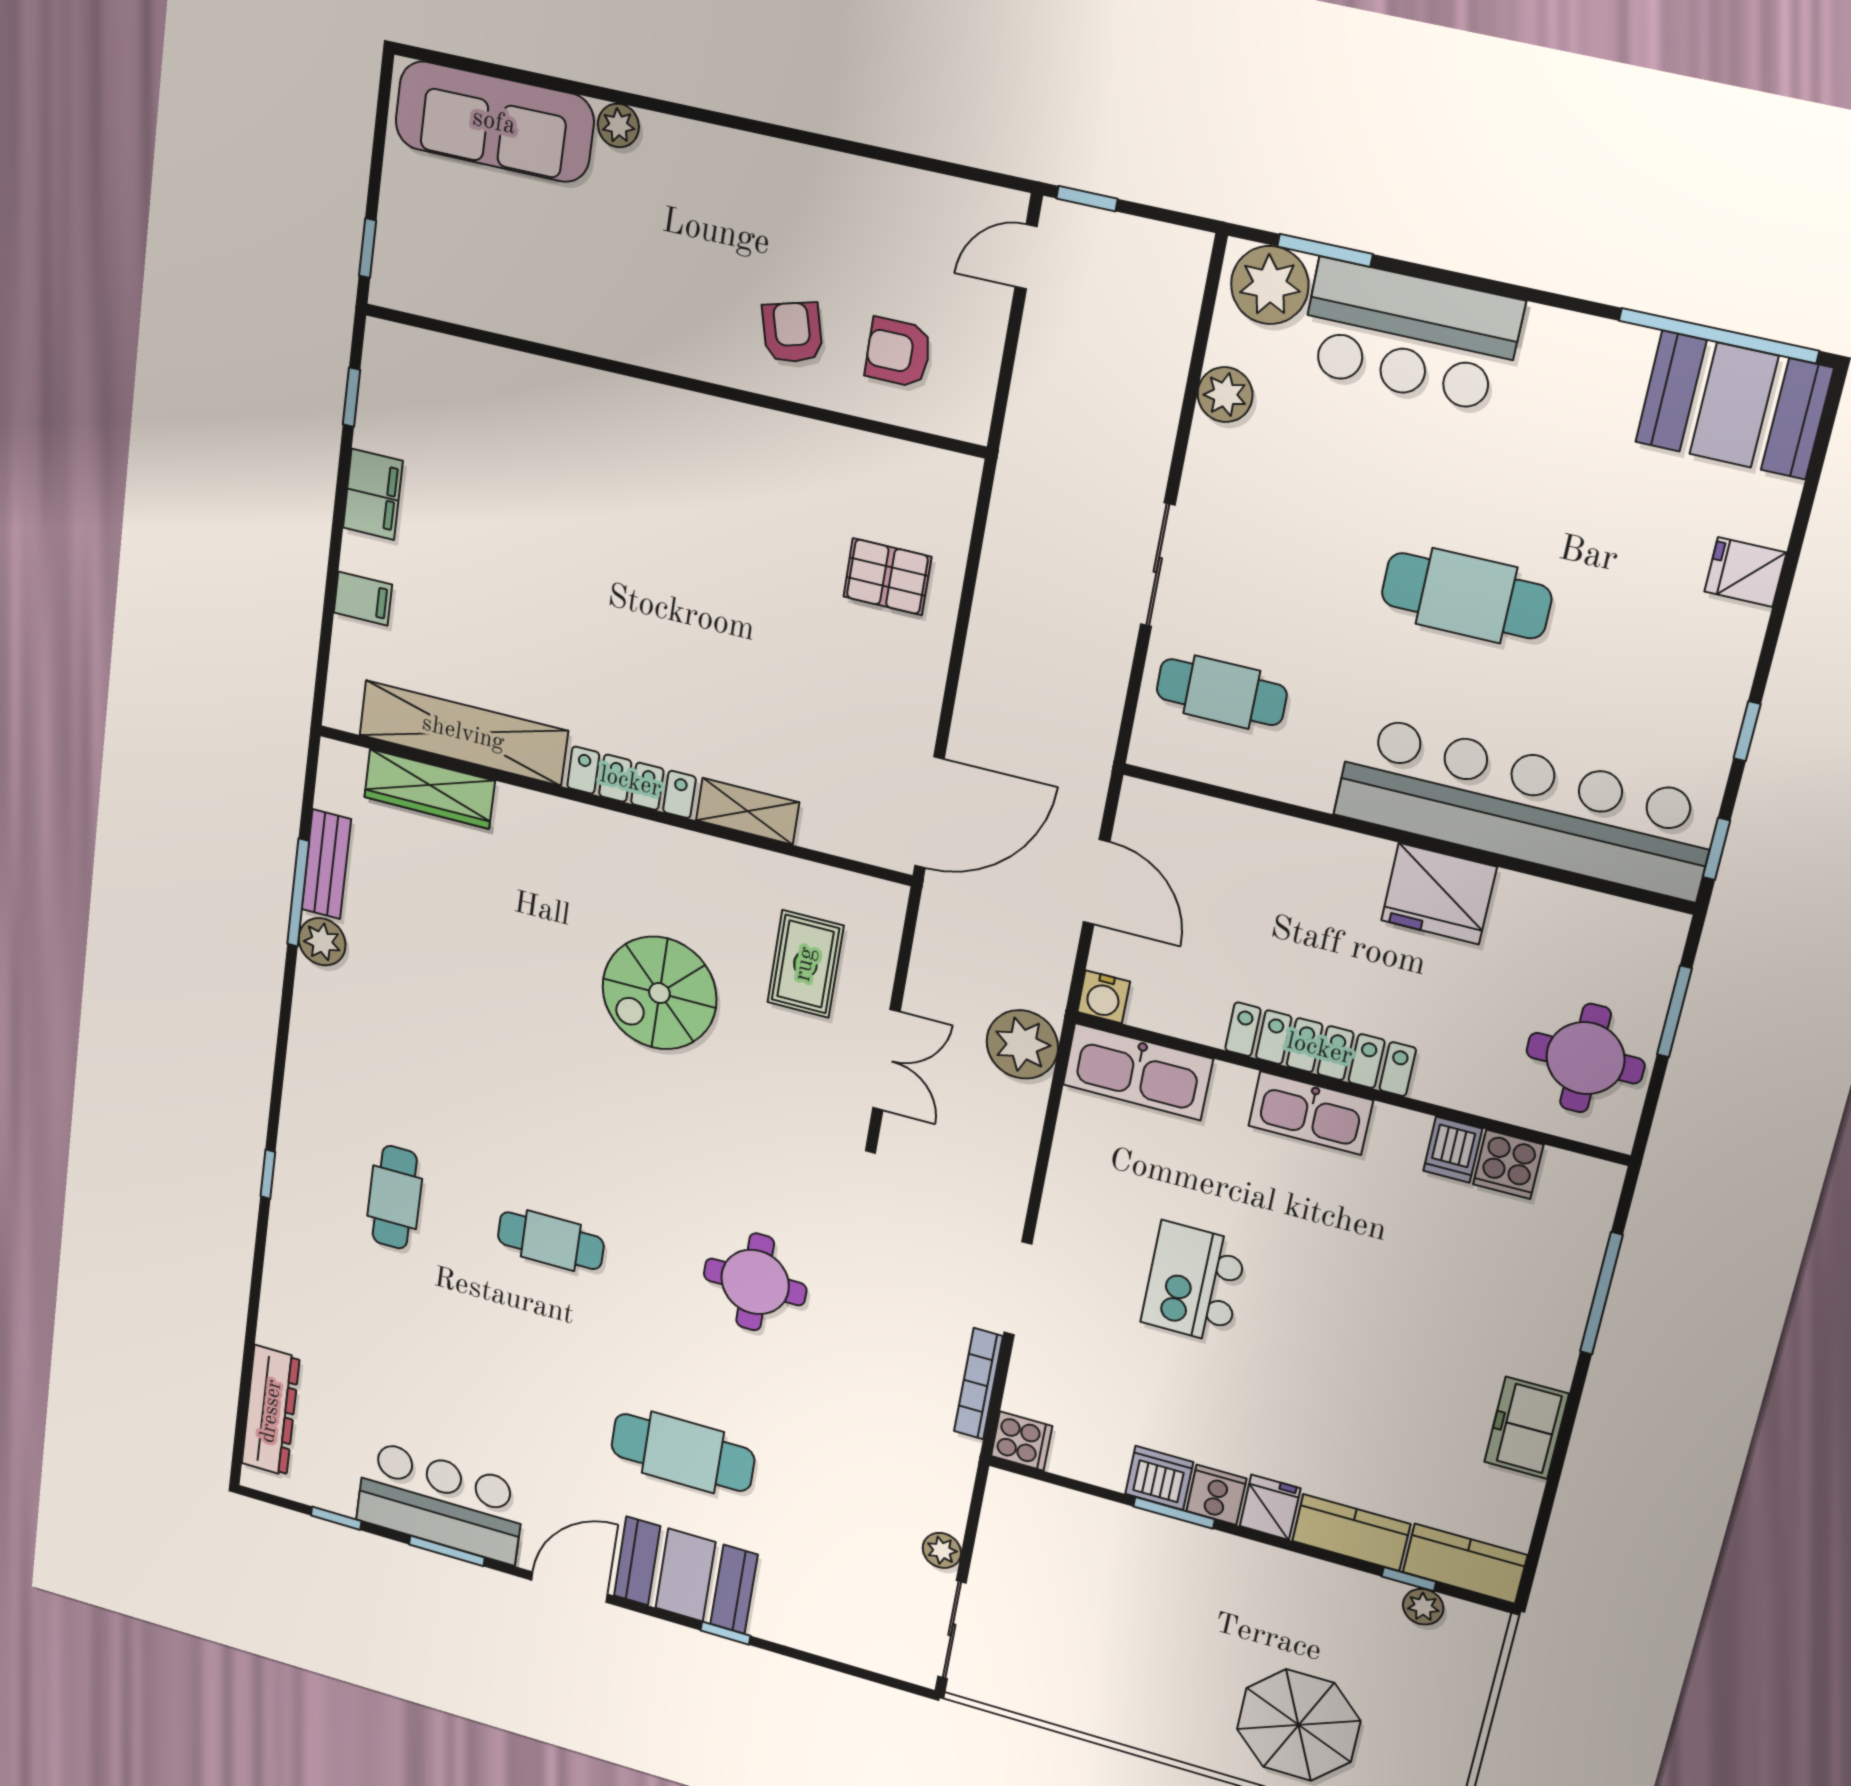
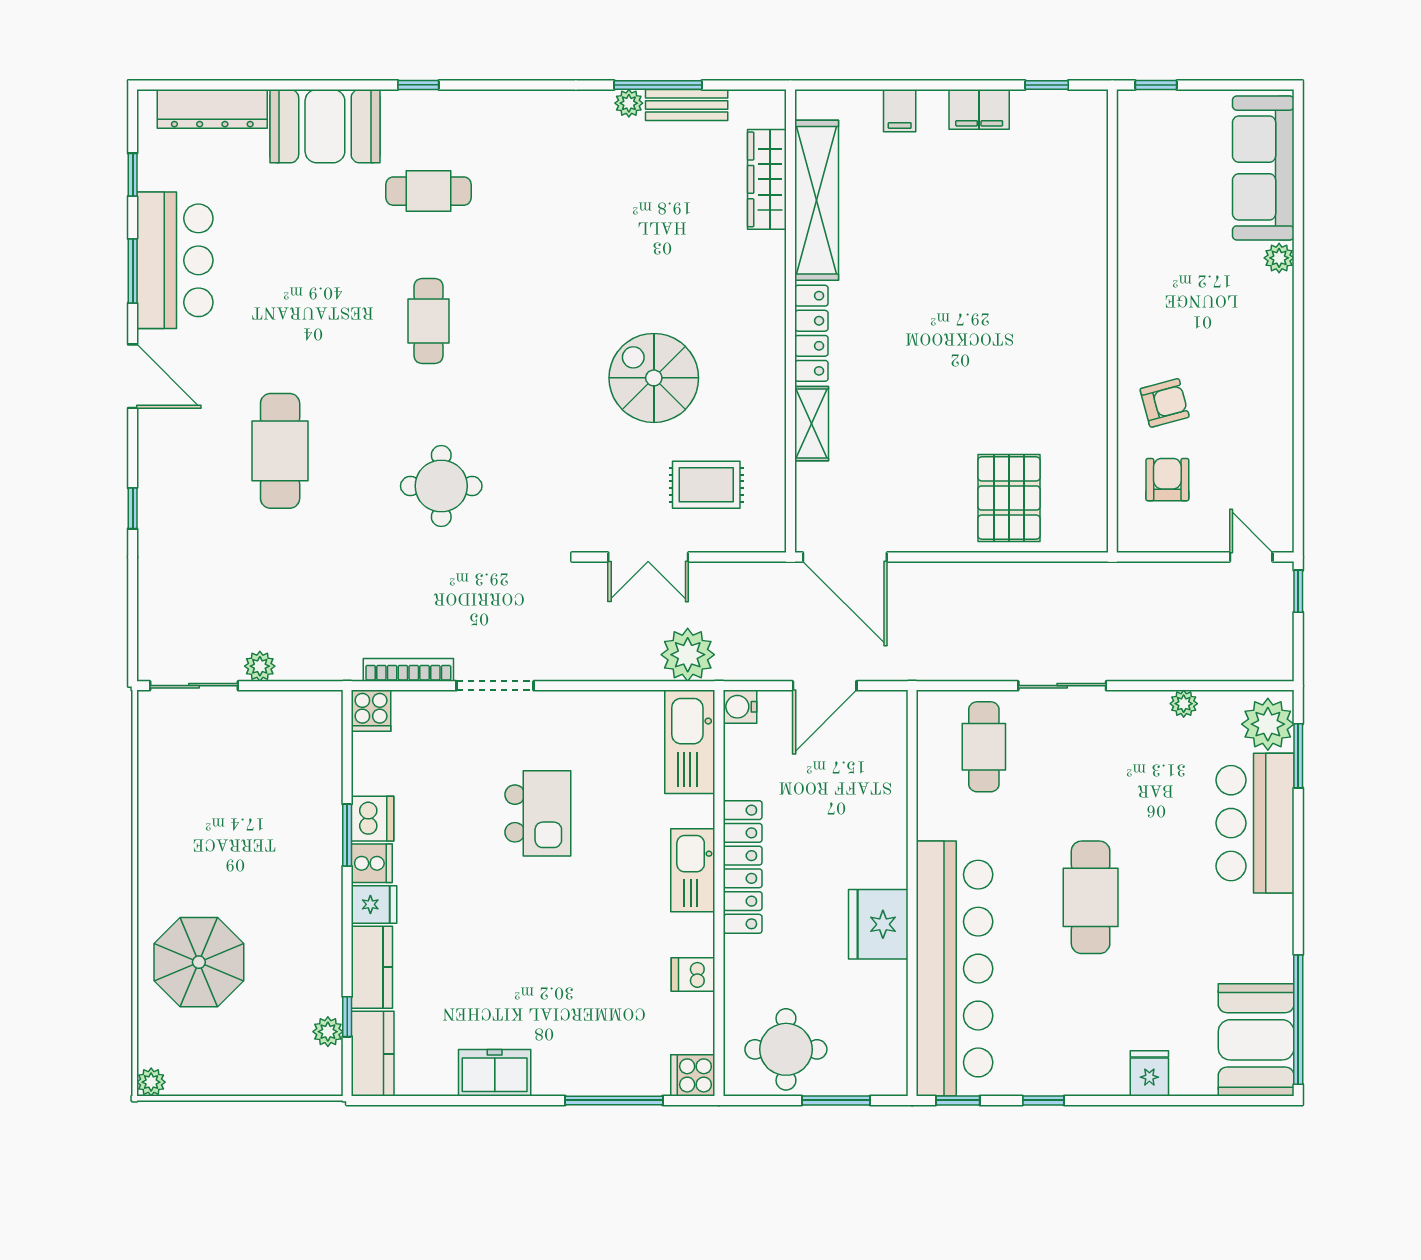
plant: (1225, 395) -> (1184, 704), width x0.73, depth x0.73
pallet: (887, 577) -> (1009, 498), width x1.50, depth x1.42
plant: (322, 942) -> (629, 103), width x0.73, depth x0.73
cooker: (1508, 1164) -> (693, 1075), moved
kitchen island: (1194, 1282) -> (538, 813), turned 90
booth: (685, 1575) -> (325, 126), moved, turned 90

